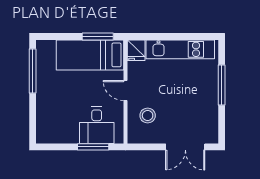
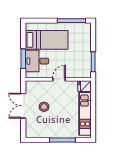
bed: (90, 55) -> (47, 40), moved, turned 90
stool: (148, 115) -> (44, 107), moved
double door: (185, 147) -> (23, 106), moved

